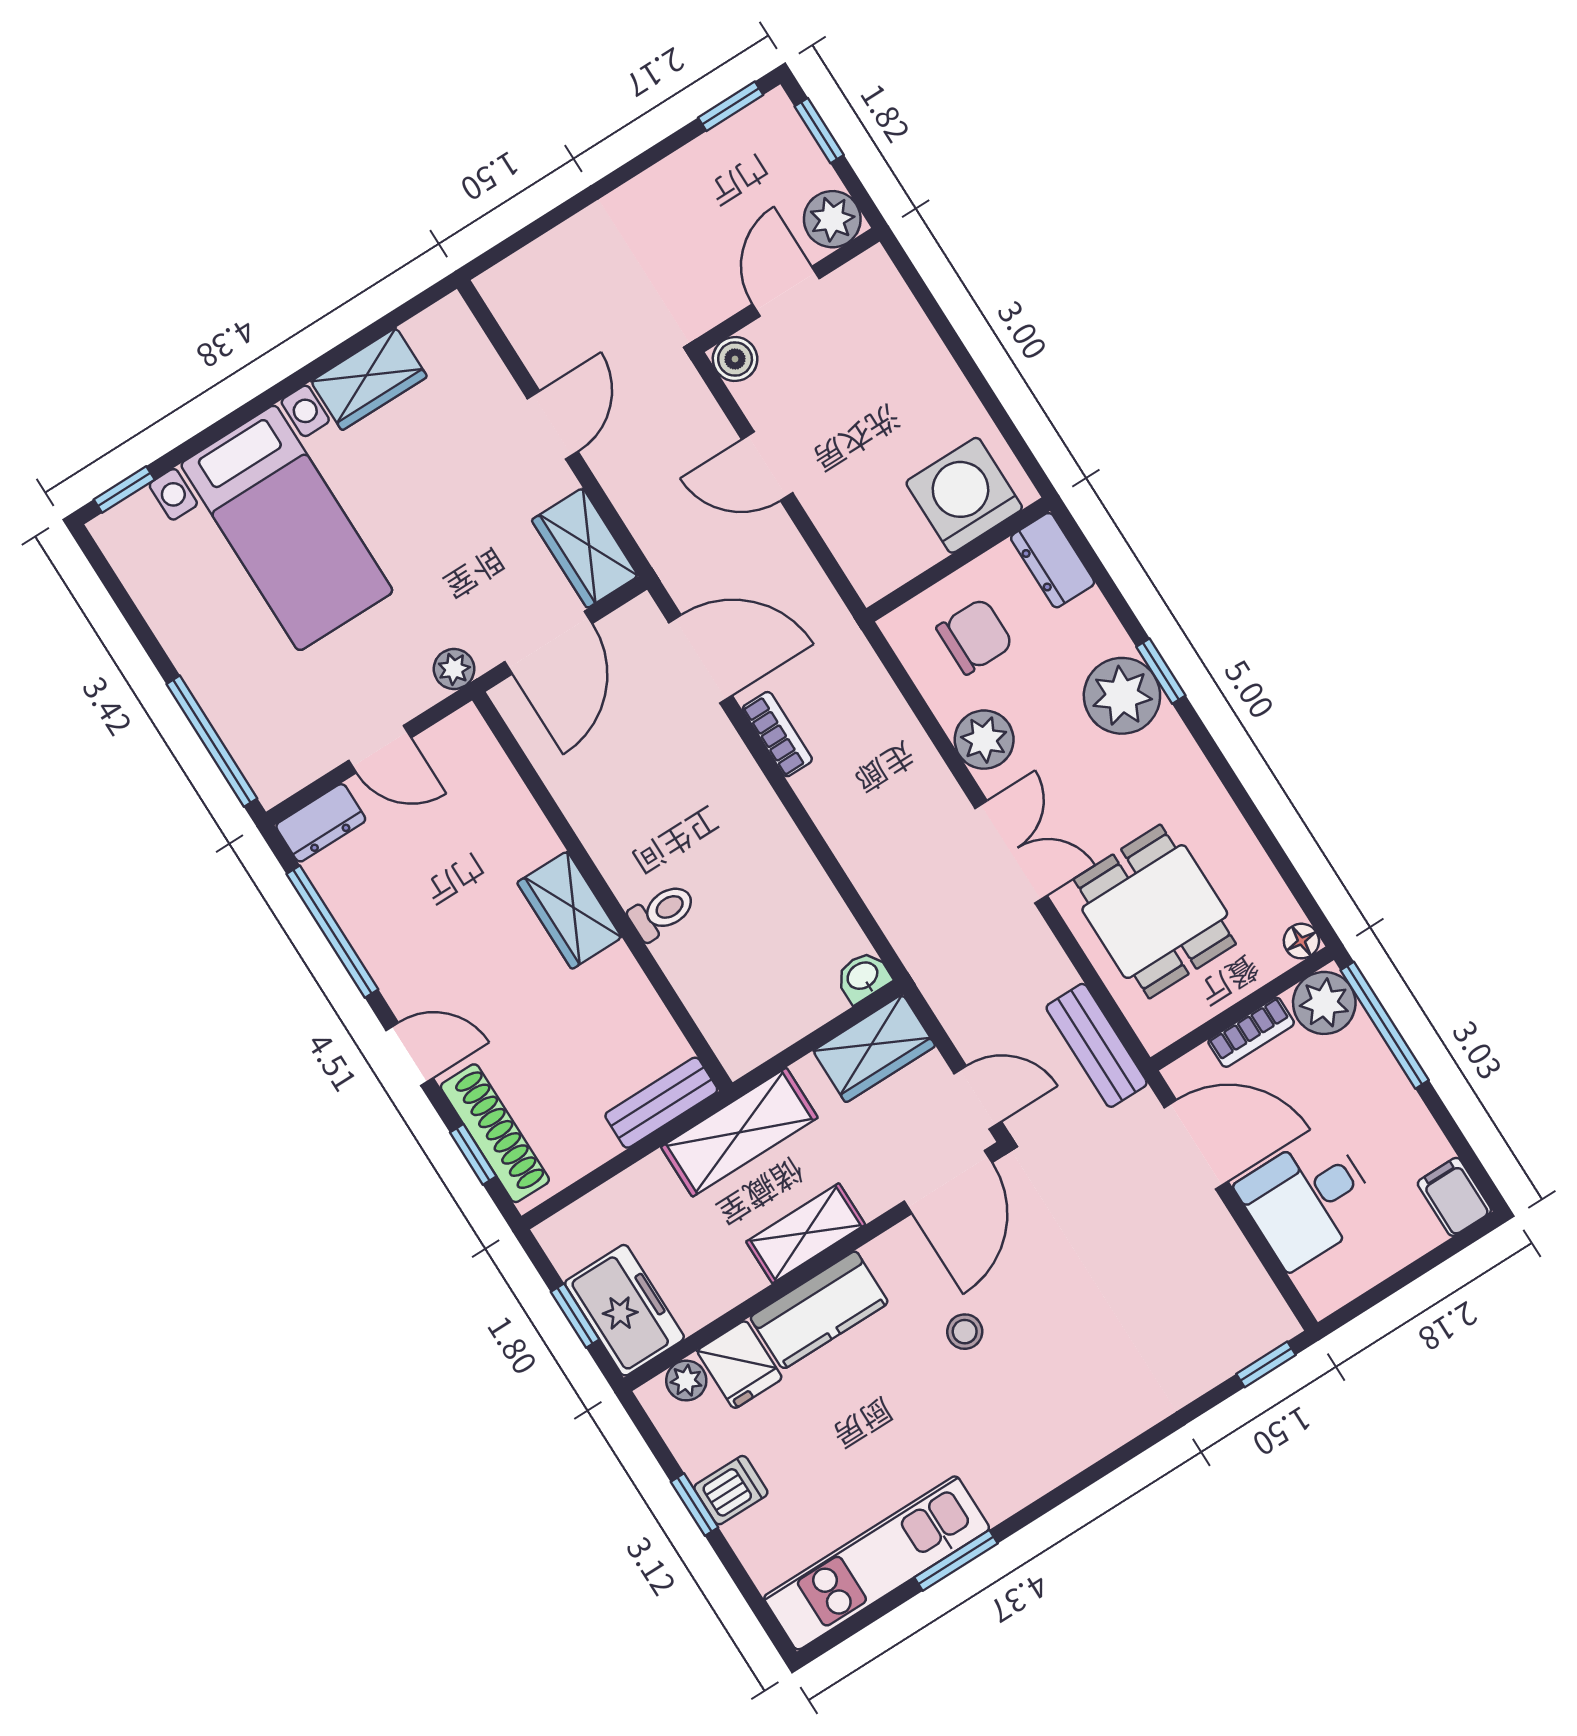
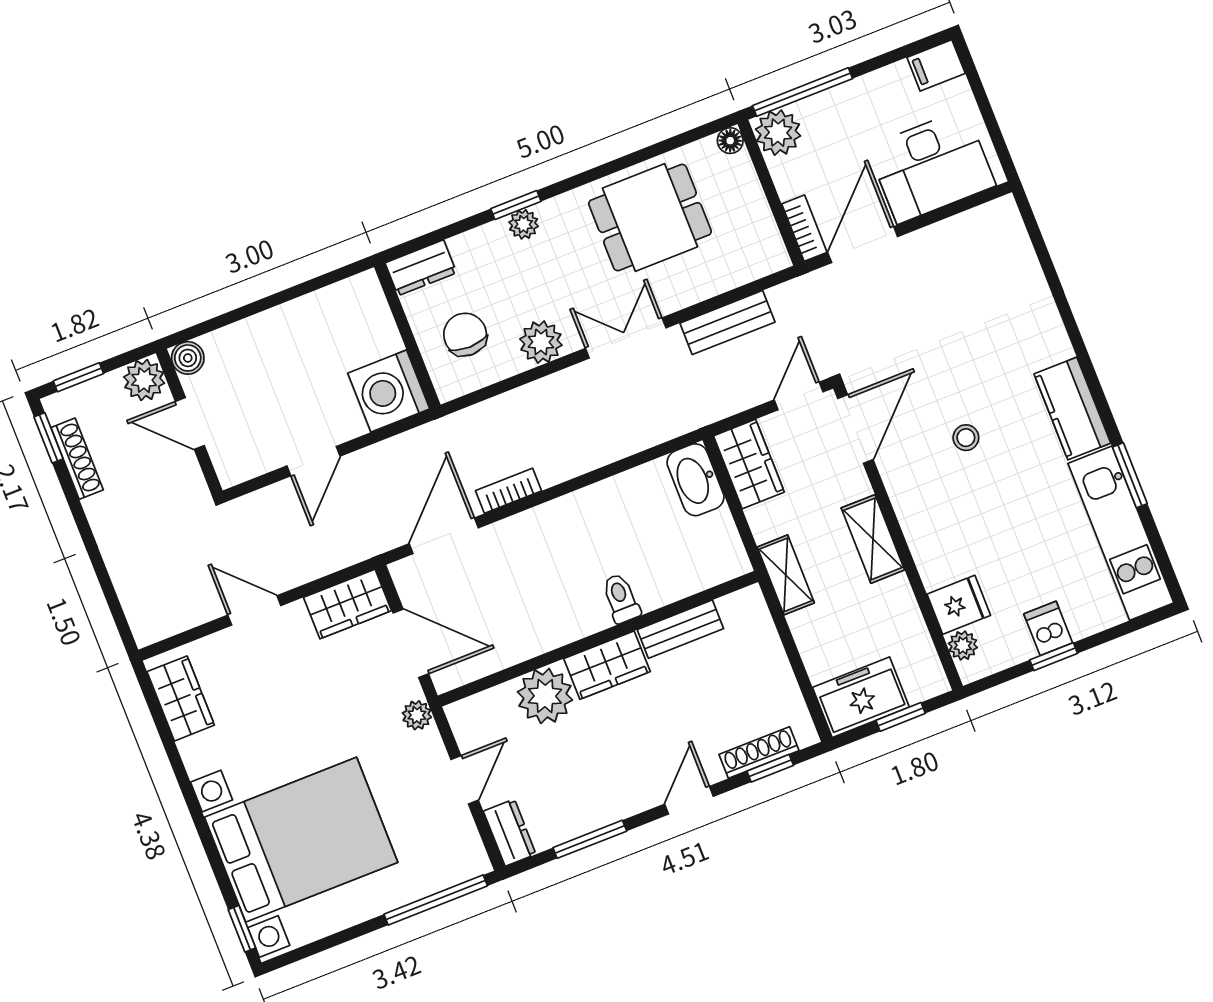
shoe rack: (710, 150) -> (77, 459), added
boiler: (735, 359) -> (188, 358), moved
wardrobe: (369, 379) -> (181, 698), moved
washing machine: (964, 495) -> (389, 391), moved
bed with nightstands: (287, 528) -> (301, 840), width x1.36
plant: (1122, 696) -> (524, 224), width x0.53, depth x0.53
plant: (512, 835) -> (545, 696), added
dining table: (1155, 912) -> (650, 218), moved
window: (332, 932) -> (590, 839), width x0.69
washbasin: (863, 977) -> (695, 480), width x1.91, depth x1.45
bookcase: (1251, 1032) -> (804, 228), moved
bench: (1097, 1045) -> (727, 323), moved
bench: (661, 1103) -> (680, 629), moved, turned 90
shelving: (739, 1132) -> (786, 575), width x0.67, depth x0.75
shoe rack: (495, 1133) -> (759, 752), width x0.74, depth x0.81
door: (948, 1182) -> (855, 429), hinge flipped
desk: (1308, 1200) -> (931, 166), width x1.37
freezer: (625, 1310) -> (861, 697), moved
kitchen counter: (819, 1310) -> (1072, 409), moved, turned 180
window: (1266, 1364) -> (1031, 225), removed

